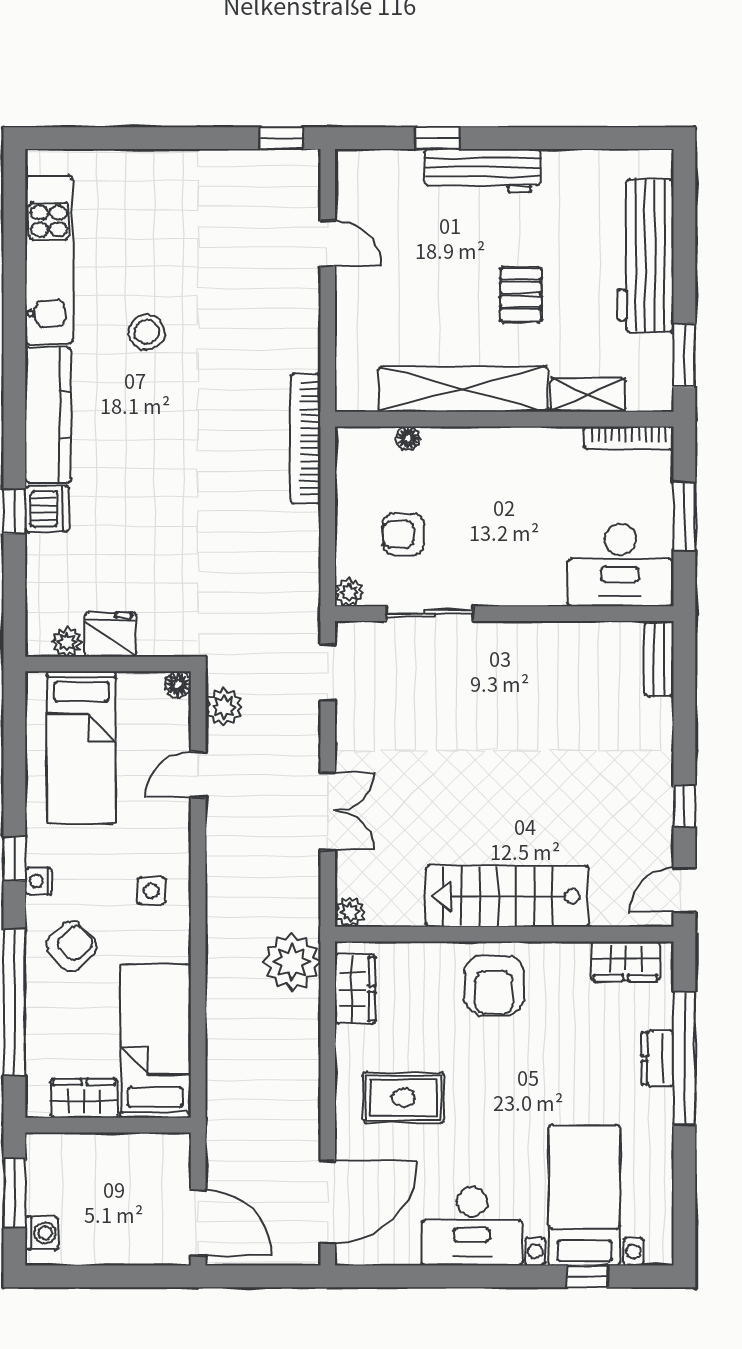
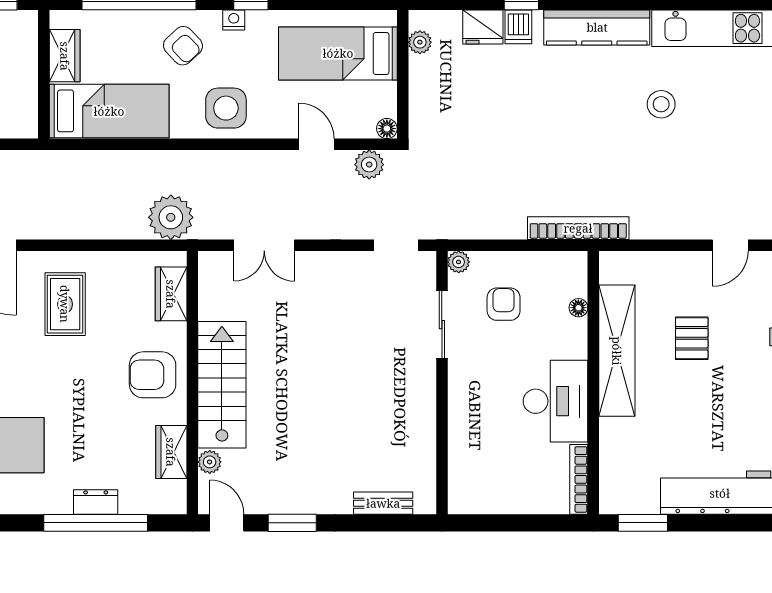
pallet: (521, 295) -> (692, 338), moved, turned 90
shelving: (588, 395) -> (612, 448), removed
dishwasher: (47, 509) -> (518, 27), width x0.73
window: (684, 516) -> (518, 523), removed
desk: (620, 565) -> (556, 401), moved, turned 180
fridge: (110, 635) -> (483, 27), moved, turned 90
bench: (659, 659) -> (383, 503), moved
window: (684, 806) -> (292, 523), width x1.50
double door: (328, 811) -> (264, 245), moved
side table: (151, 891) -> (226, 108), width x1.87, depth x1.87
plant: (350, 912) -> (210, 462), moved
wardrobe: (625, 961) -> (171, 452), moved
wardrobe: (355, 989) -> (171, 294), moved, turned 90

